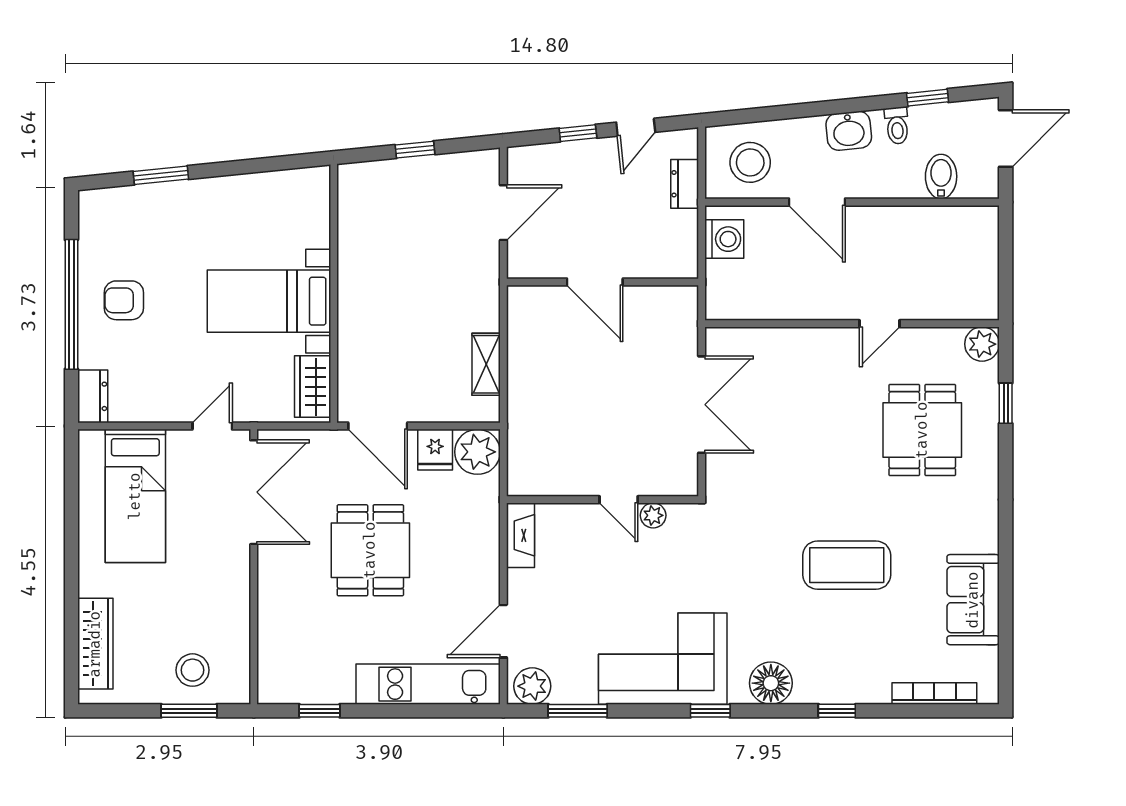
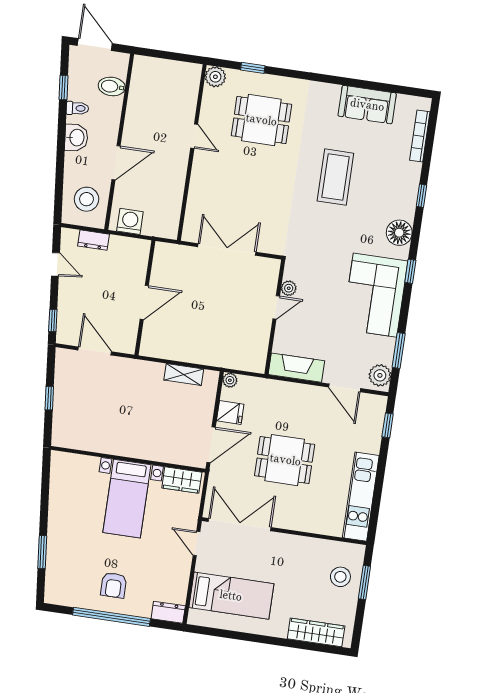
window: (578, 133) -> (53, 321), moved
plant: (477, 452) -> (230, 380), width x0.53, depth x0.53
fireplace: (520, 535) -> (296, 368), width x1.37, depth x1.32
kitchen unit: (428, 684) -> (361, 497), moved
window: (320, 711) -> (388, 425), moved

